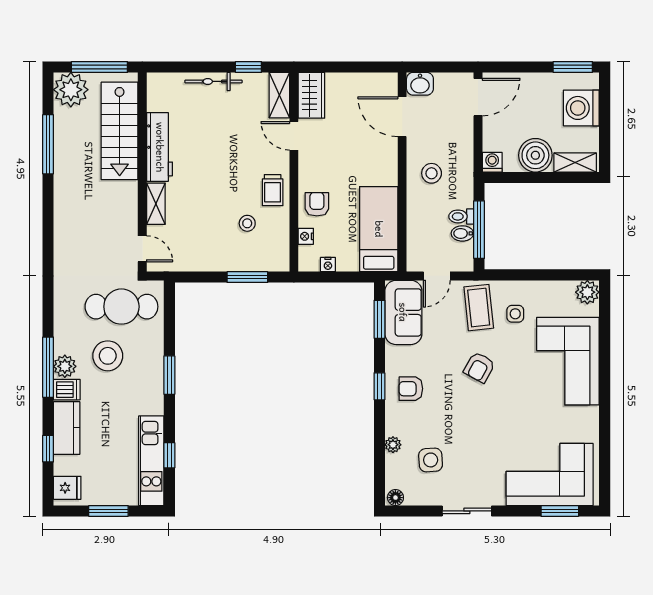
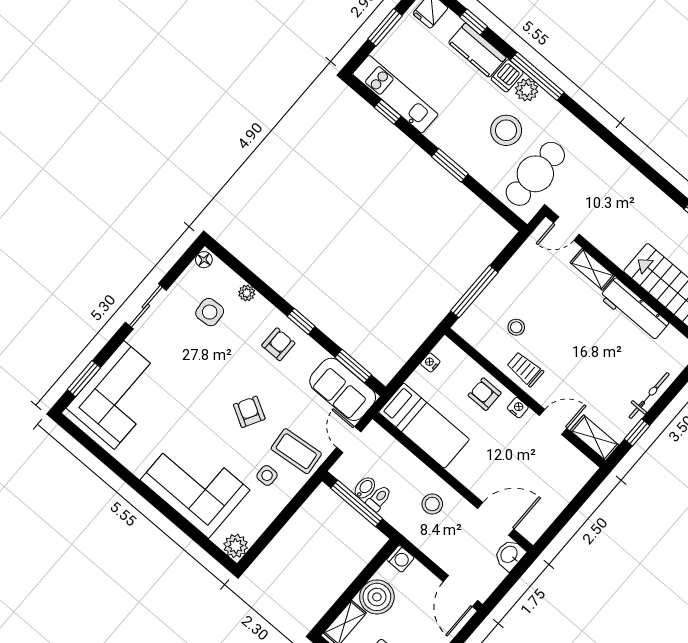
wardrobe: (311, 95) -> (573, 463), removed
armchair: (317, 204) -> (485, 394), turned 180
nightstand: (306, 236) -> (518, 408), moved
window: (247, 277) -> (474, 292), width x1.44

